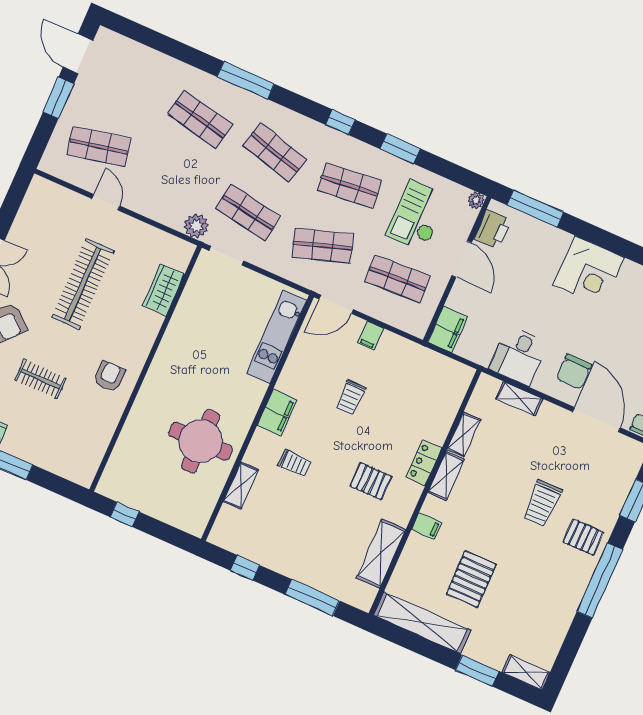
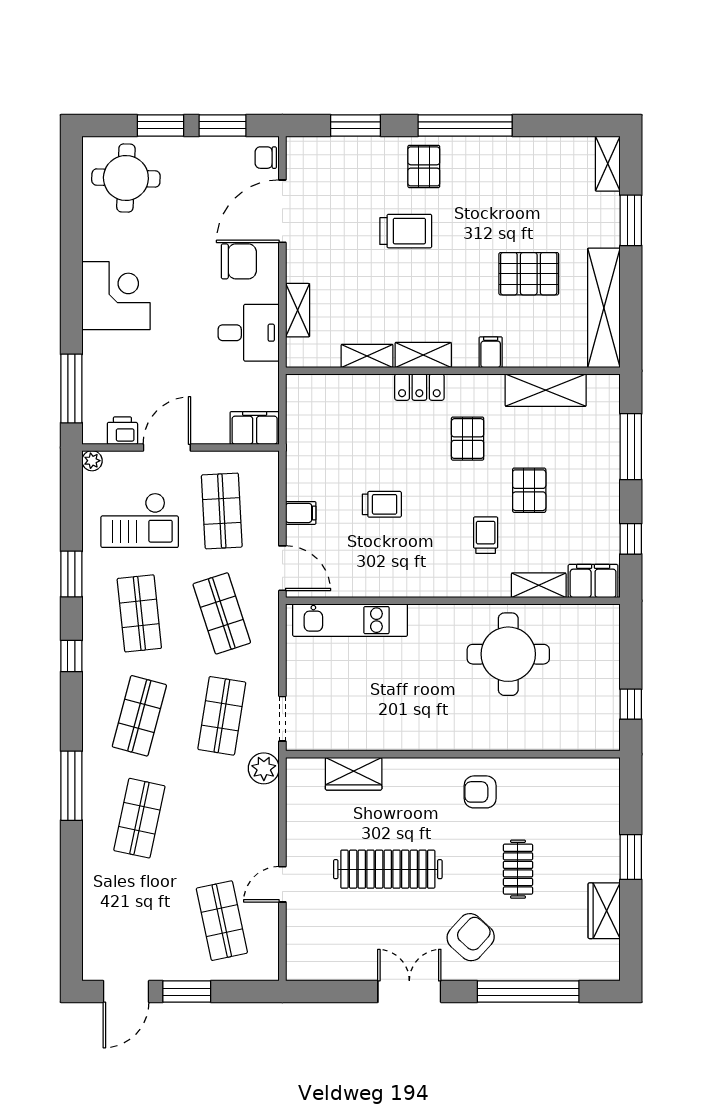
printer: (492, 229) -> (122, 431), width x0.73, depth x0.81
filing cabinet: (277, 413) -> (593, 581), moved
pallet: (313, 509) -> (529, 490), added

